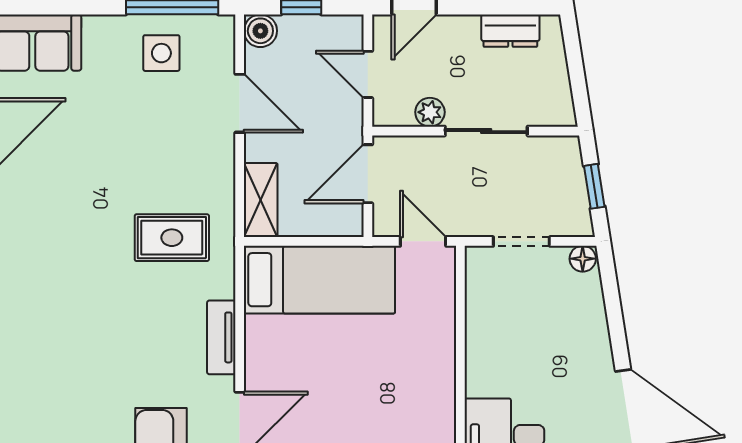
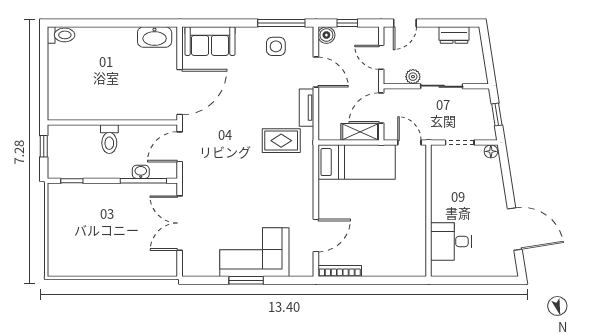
shelving: (261, 200) -> (360, 132), moved, turned 90
tv unit: (221, 337) -> (306, 108), moved

